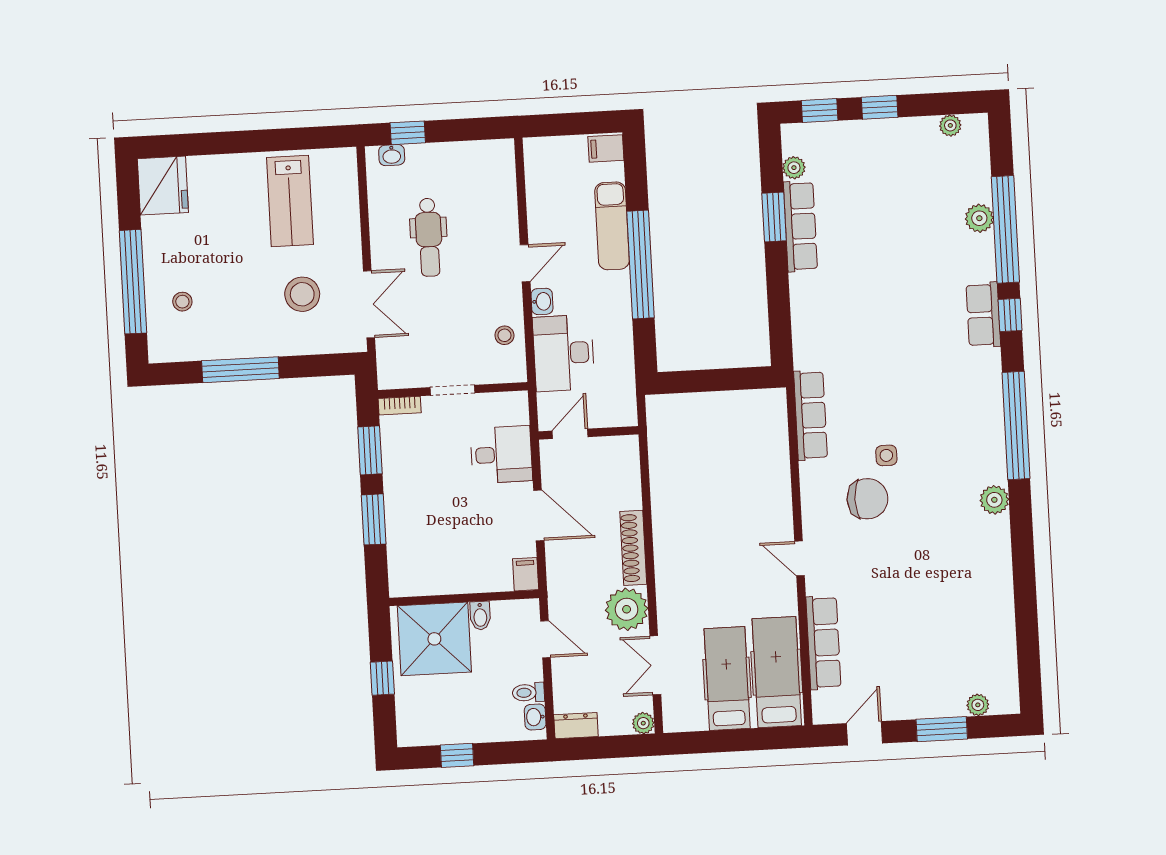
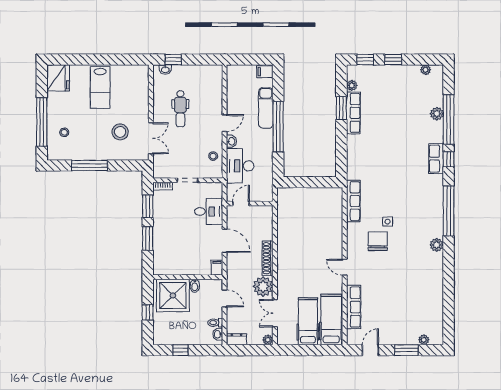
lab bench: (290, 201) -> (100, 87), moved
chair: (867, 499) -> (378, 241), turned -90

